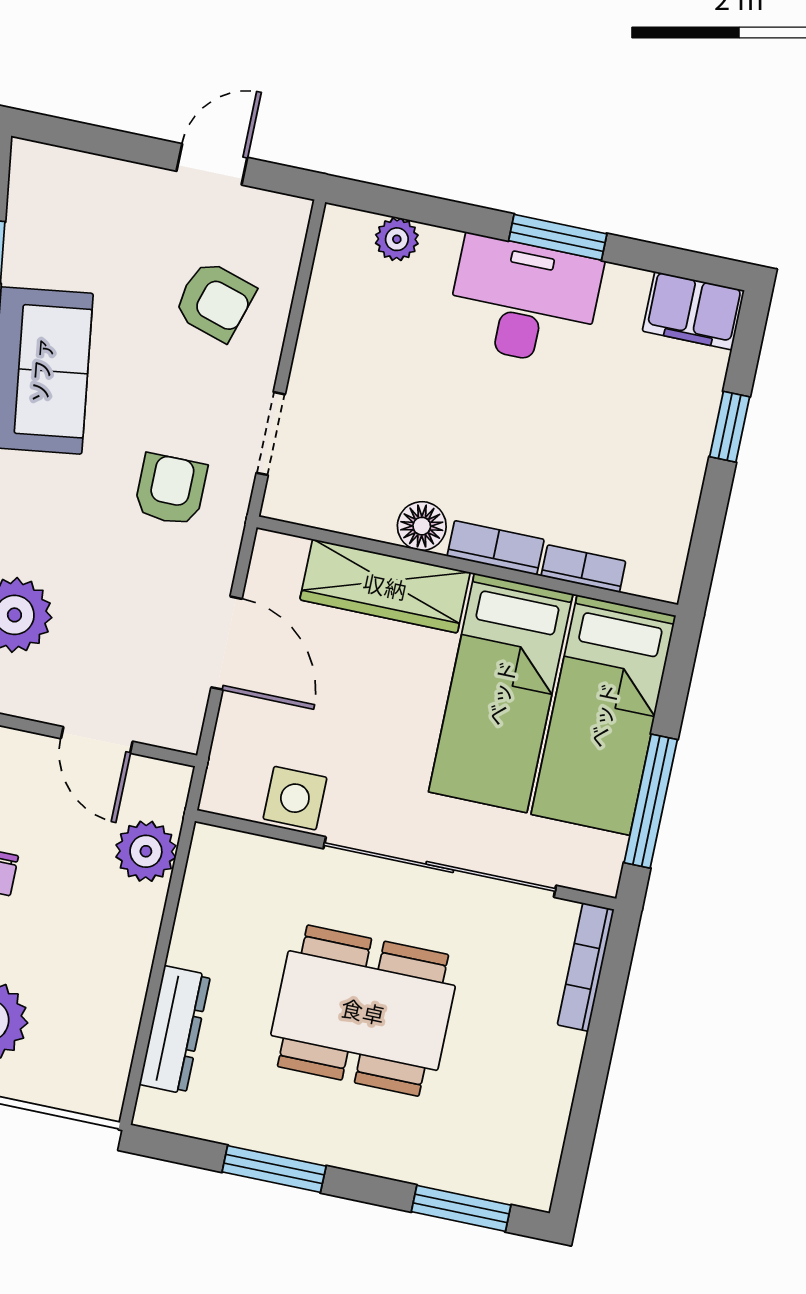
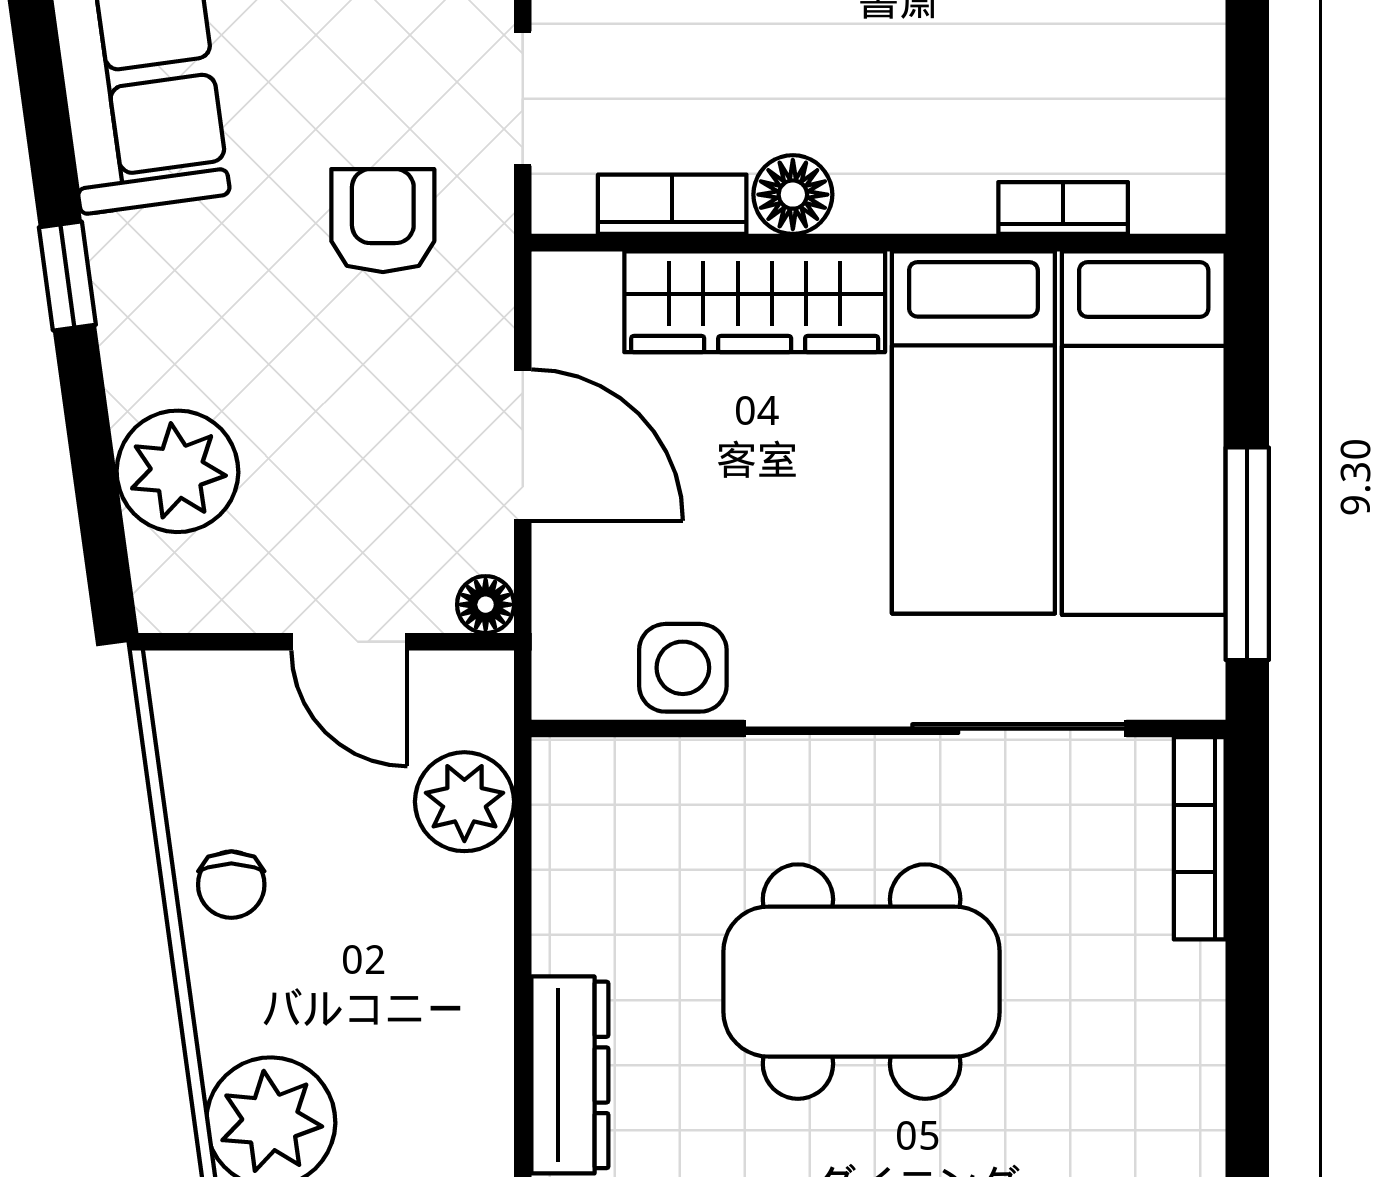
bookcase: (496, 548) -> (672, 204), moved
floor lamp: (184, 735) -> (486, 605), added

